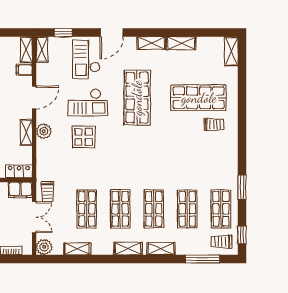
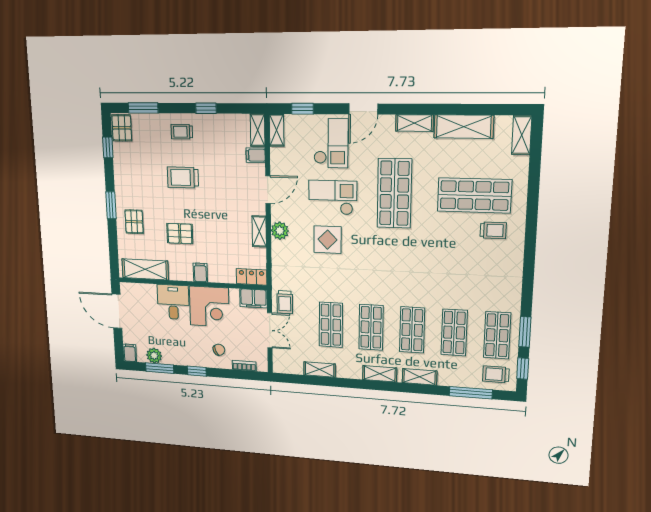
shelving: (181, 43) -> (464, 127), width x1.50, depth x1.33
checkout: (86, 59) -> (331, 143), turned 180
checkout: (88, 102) -> (333, 198), turned 180
window: (242, 187) -> (525, 332), moved
plant: (44, 247) -> (281, 364), removed

